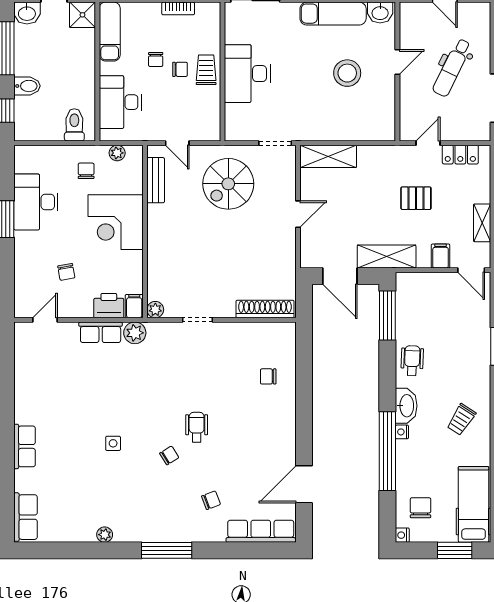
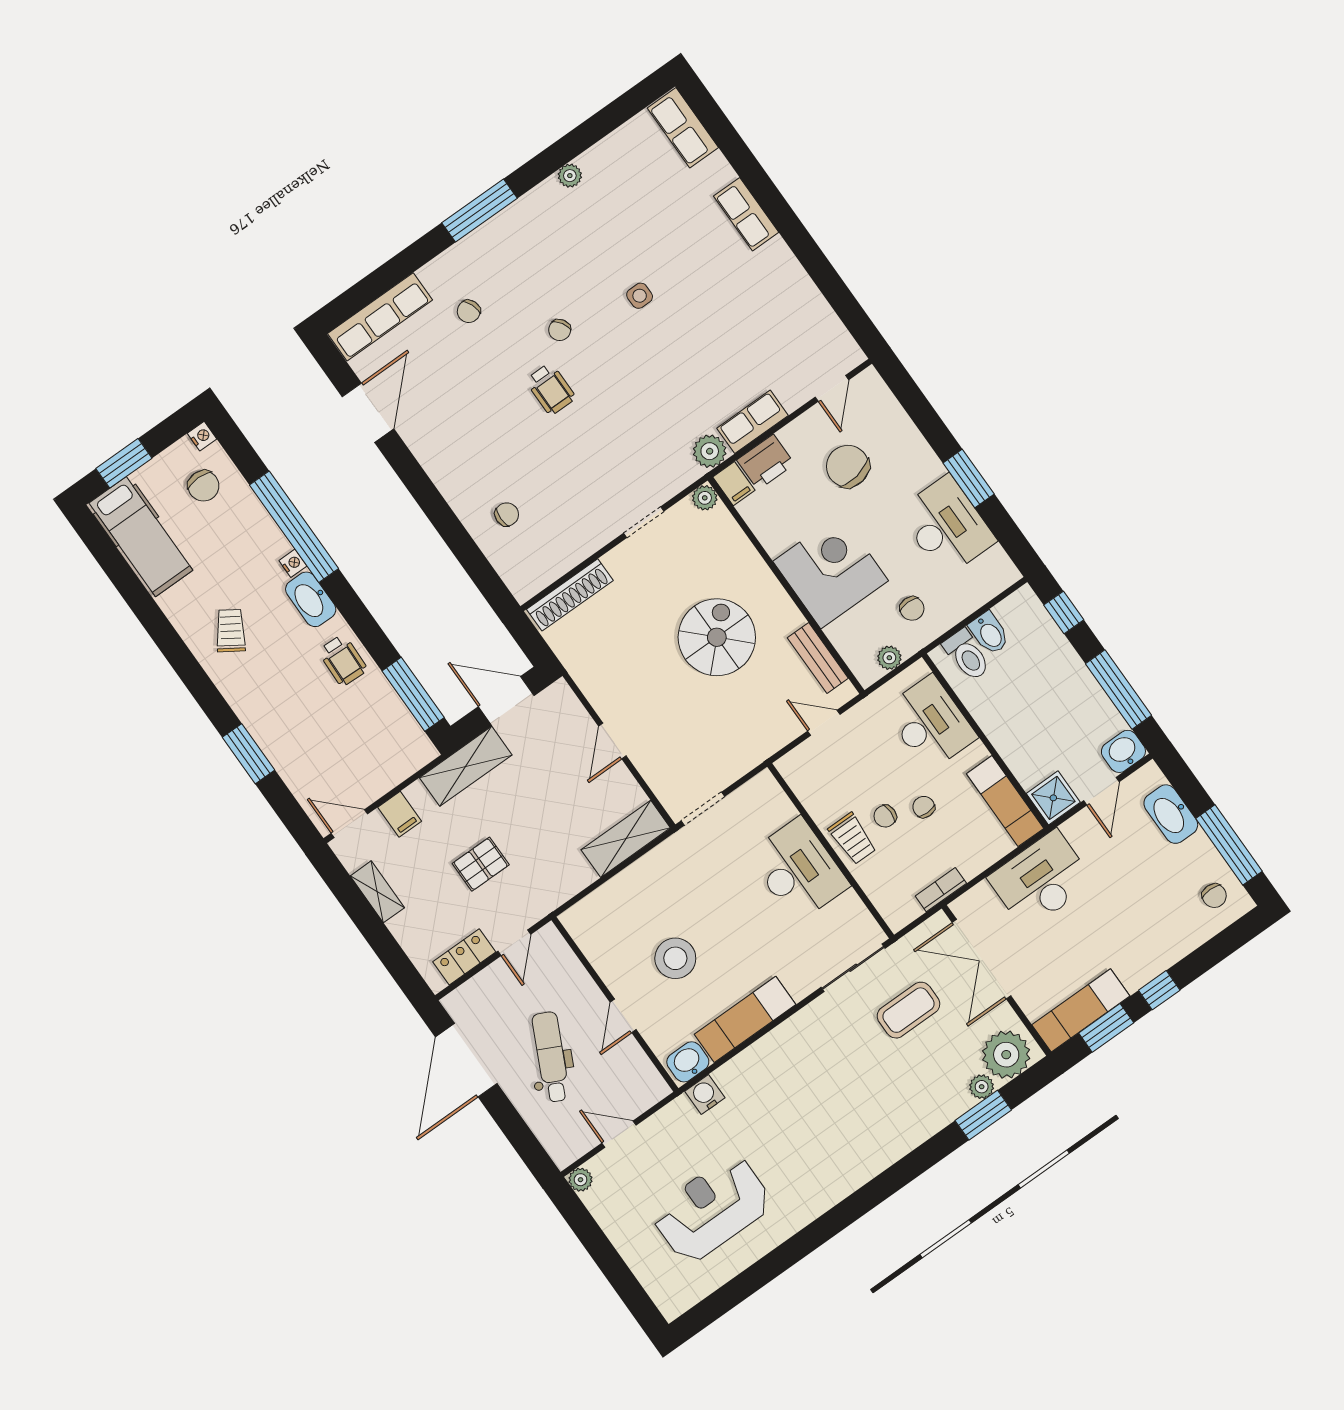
bidet: (27, 86) -> (989, 633), moved, turned -90
spiral stairs: (228, 184) -> (717, 637), moved
chair: (66, 272) -> (848, 466), width x1.87, depth x1.87

